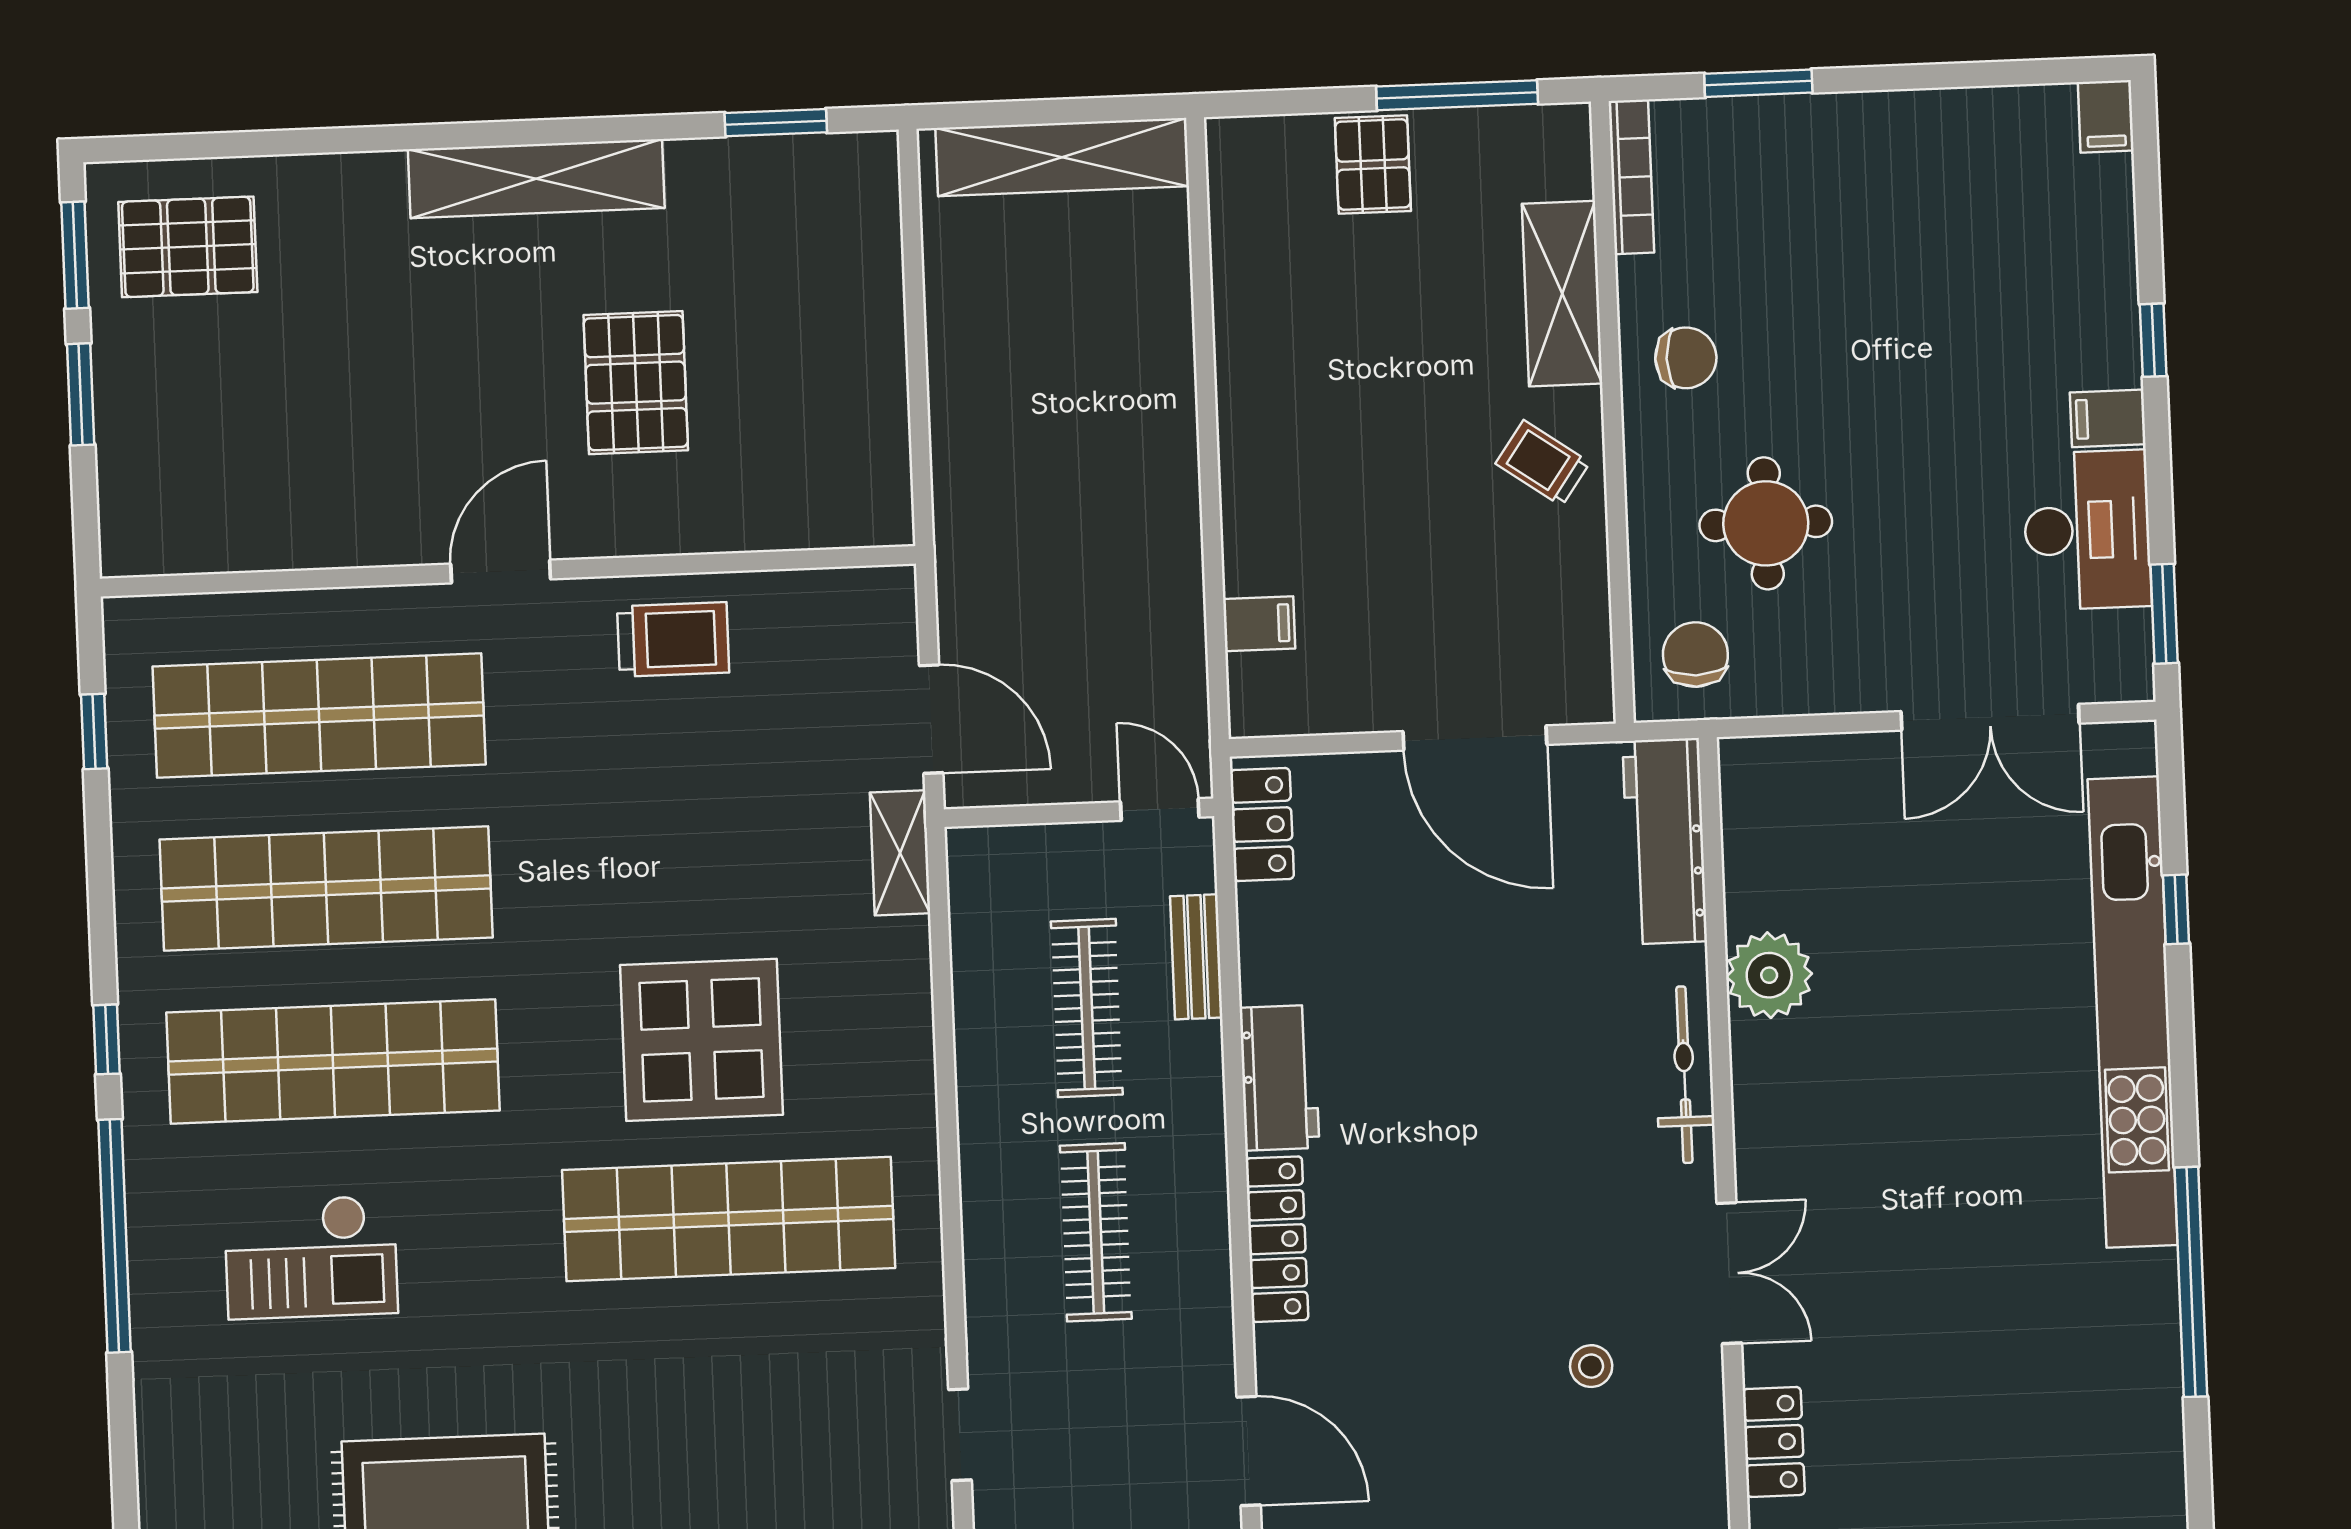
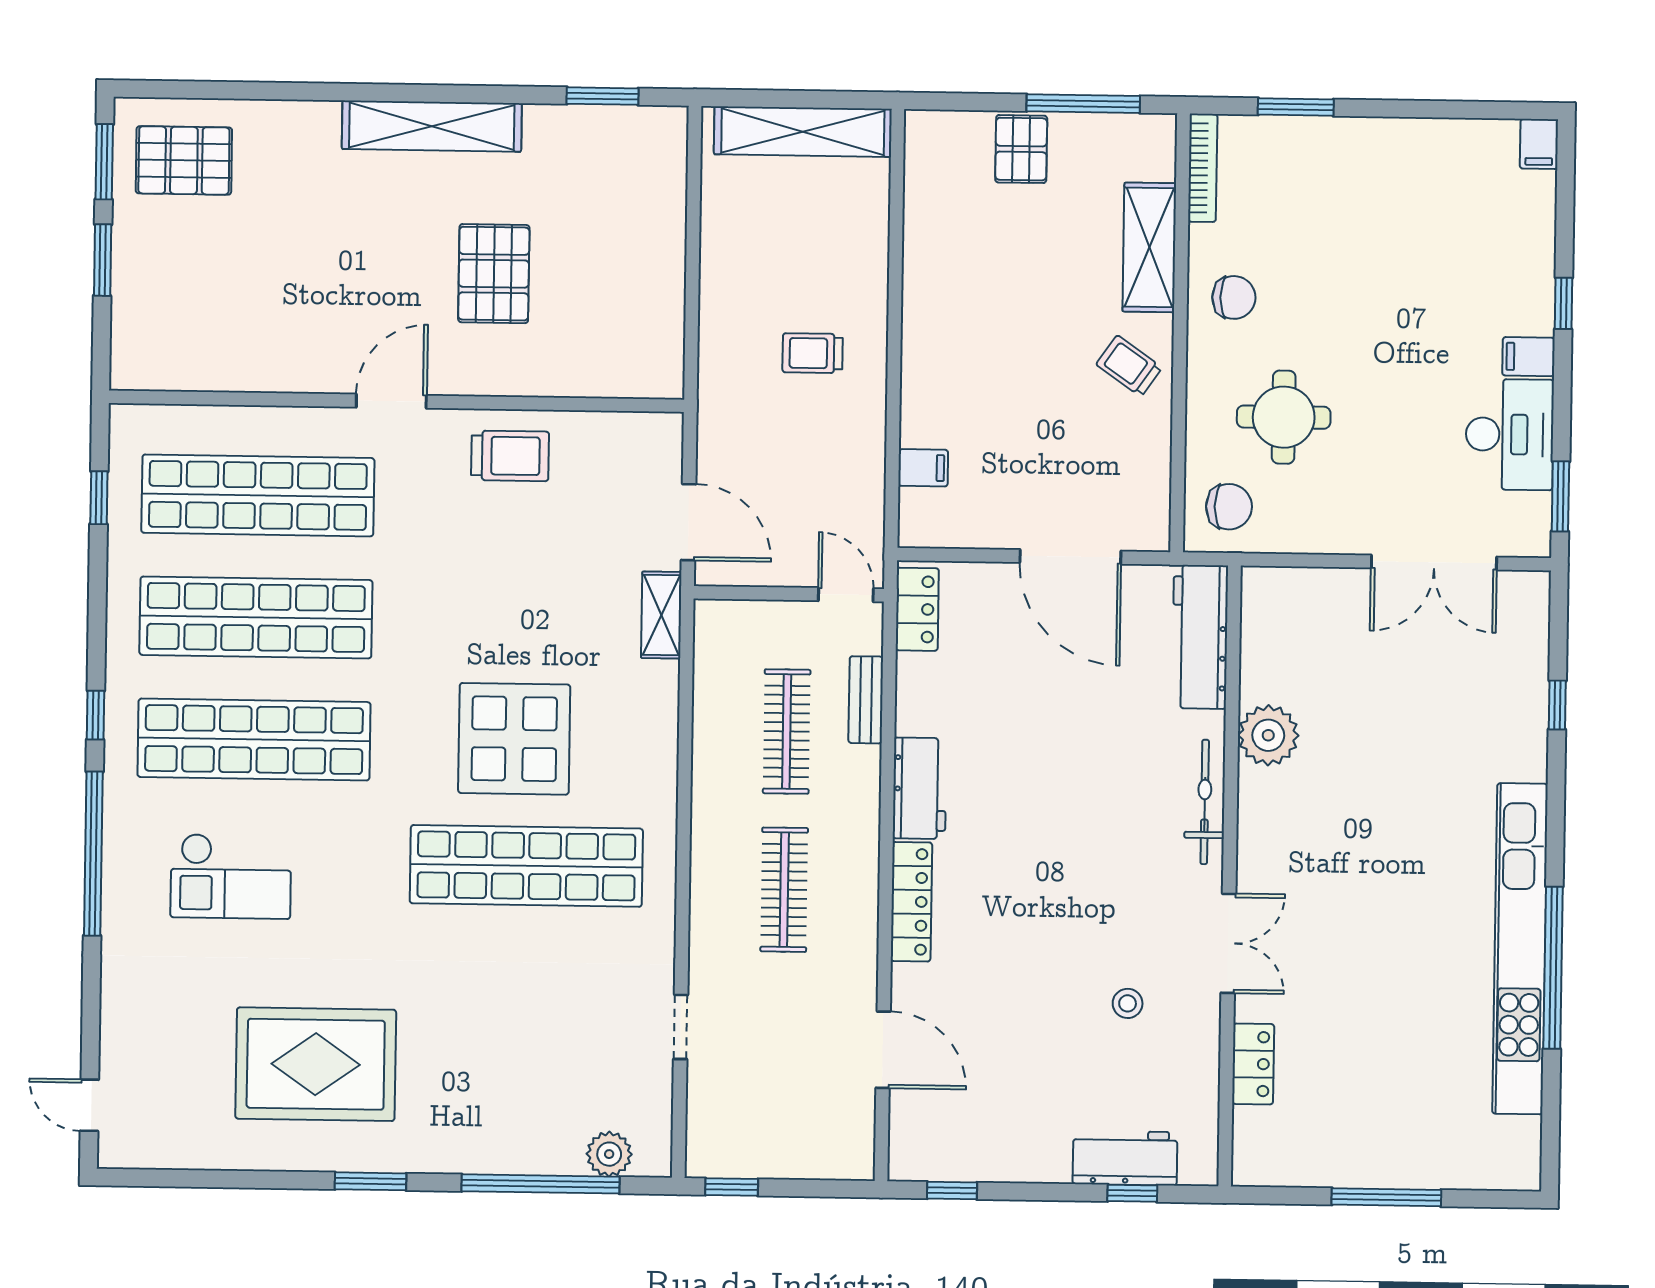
trolley: (1093, 470) -> (813, 353), added
chair: (1695, 655) -> (1229, 507), turned 90
kitchen unit: (2133, 1012) -> (1520, 949), moved

